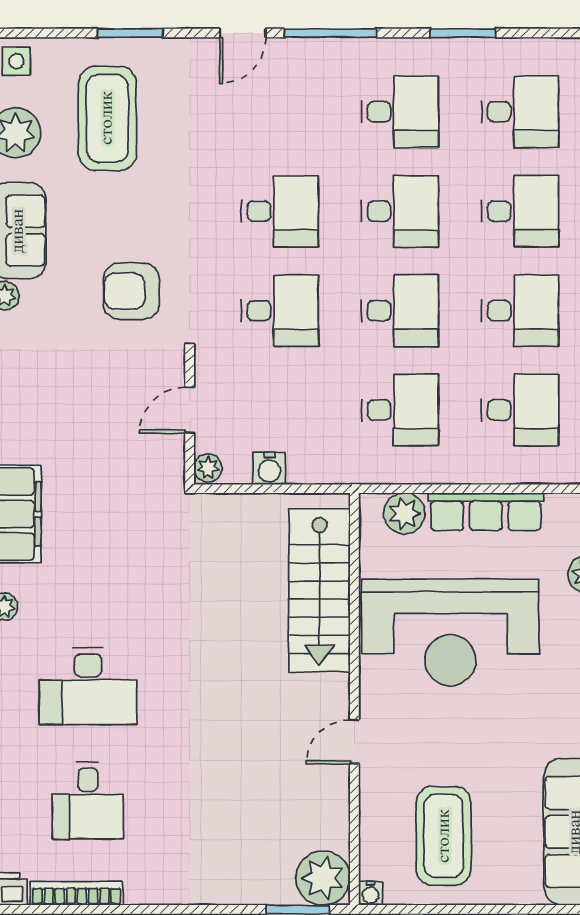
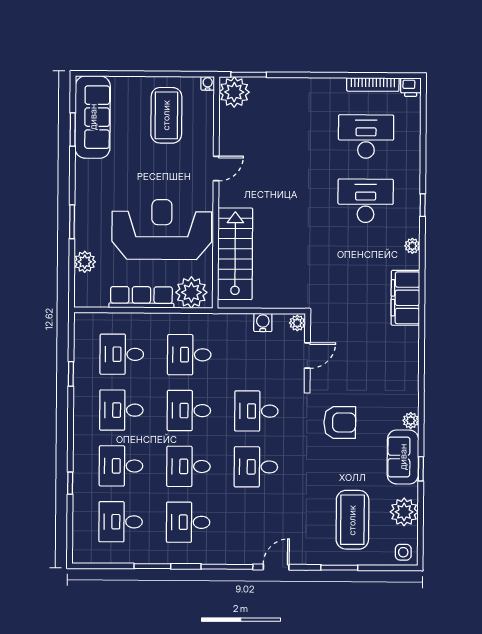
plant: (404, 514) -> (191, 292), width x1.36, depth x1.36
desk: (88, 800) -> (366, 137), width x1.37

